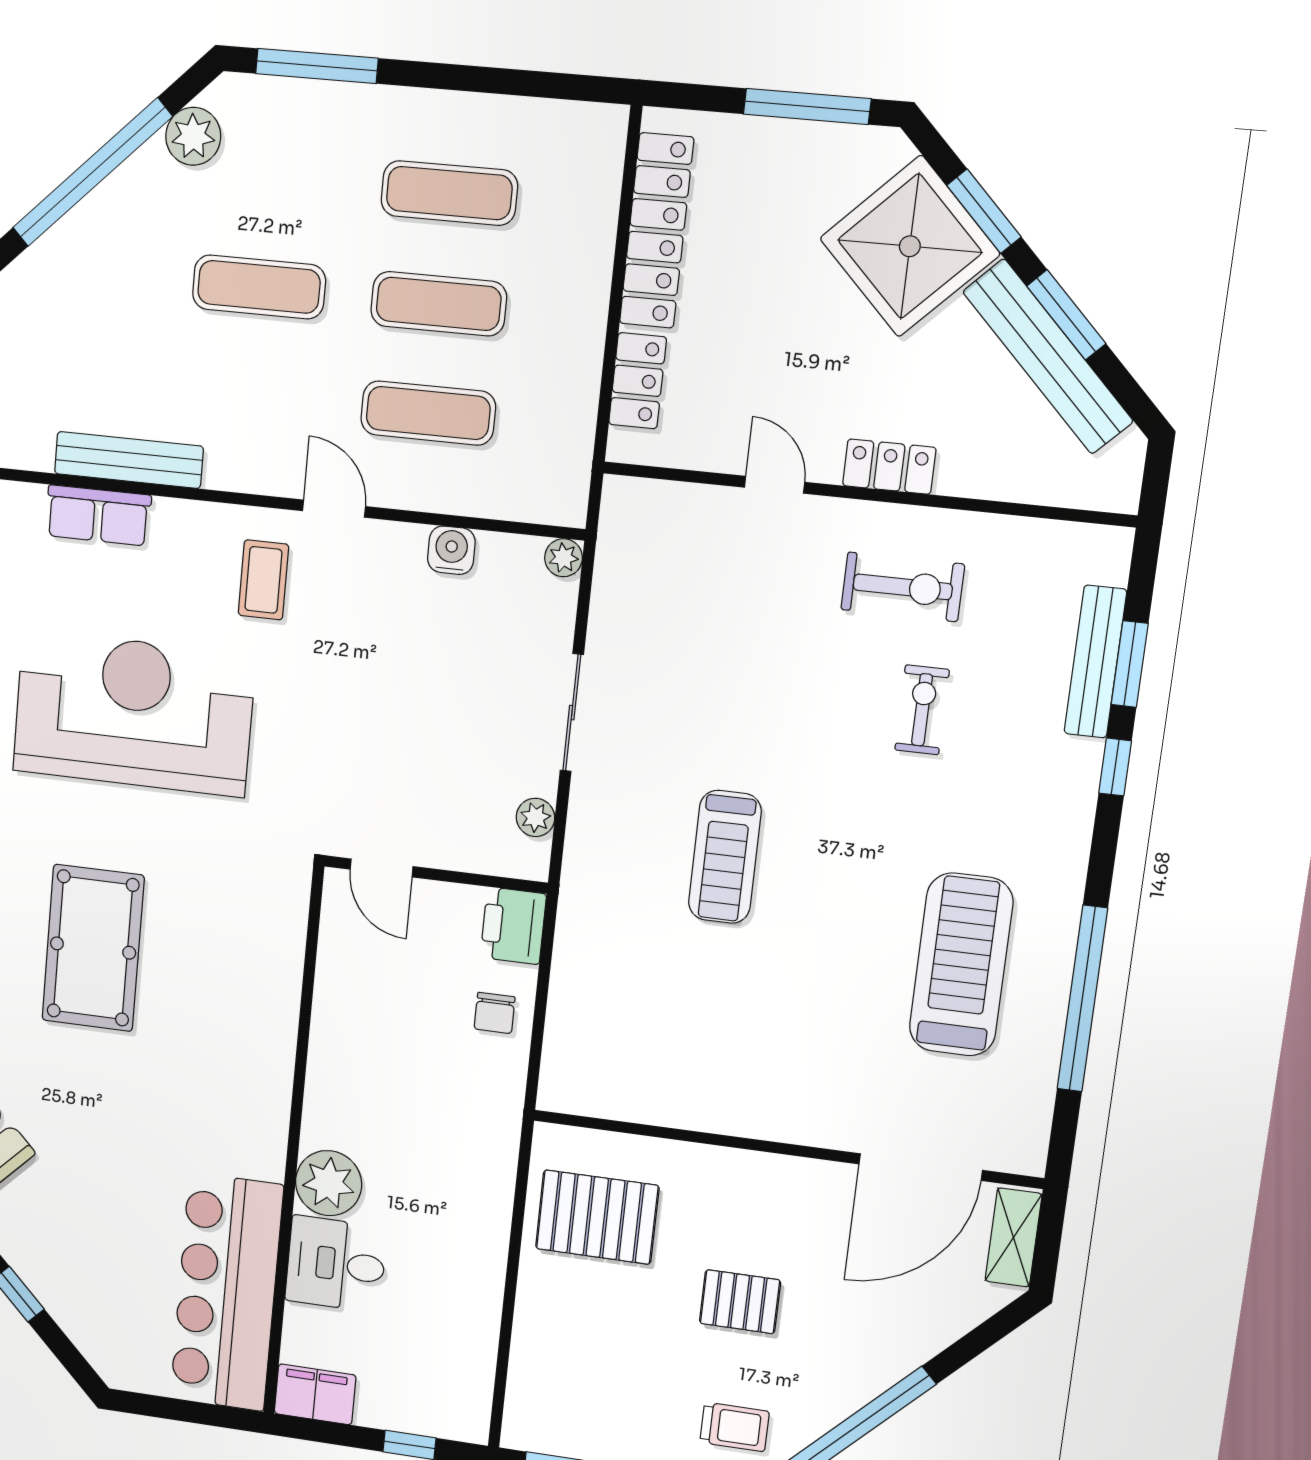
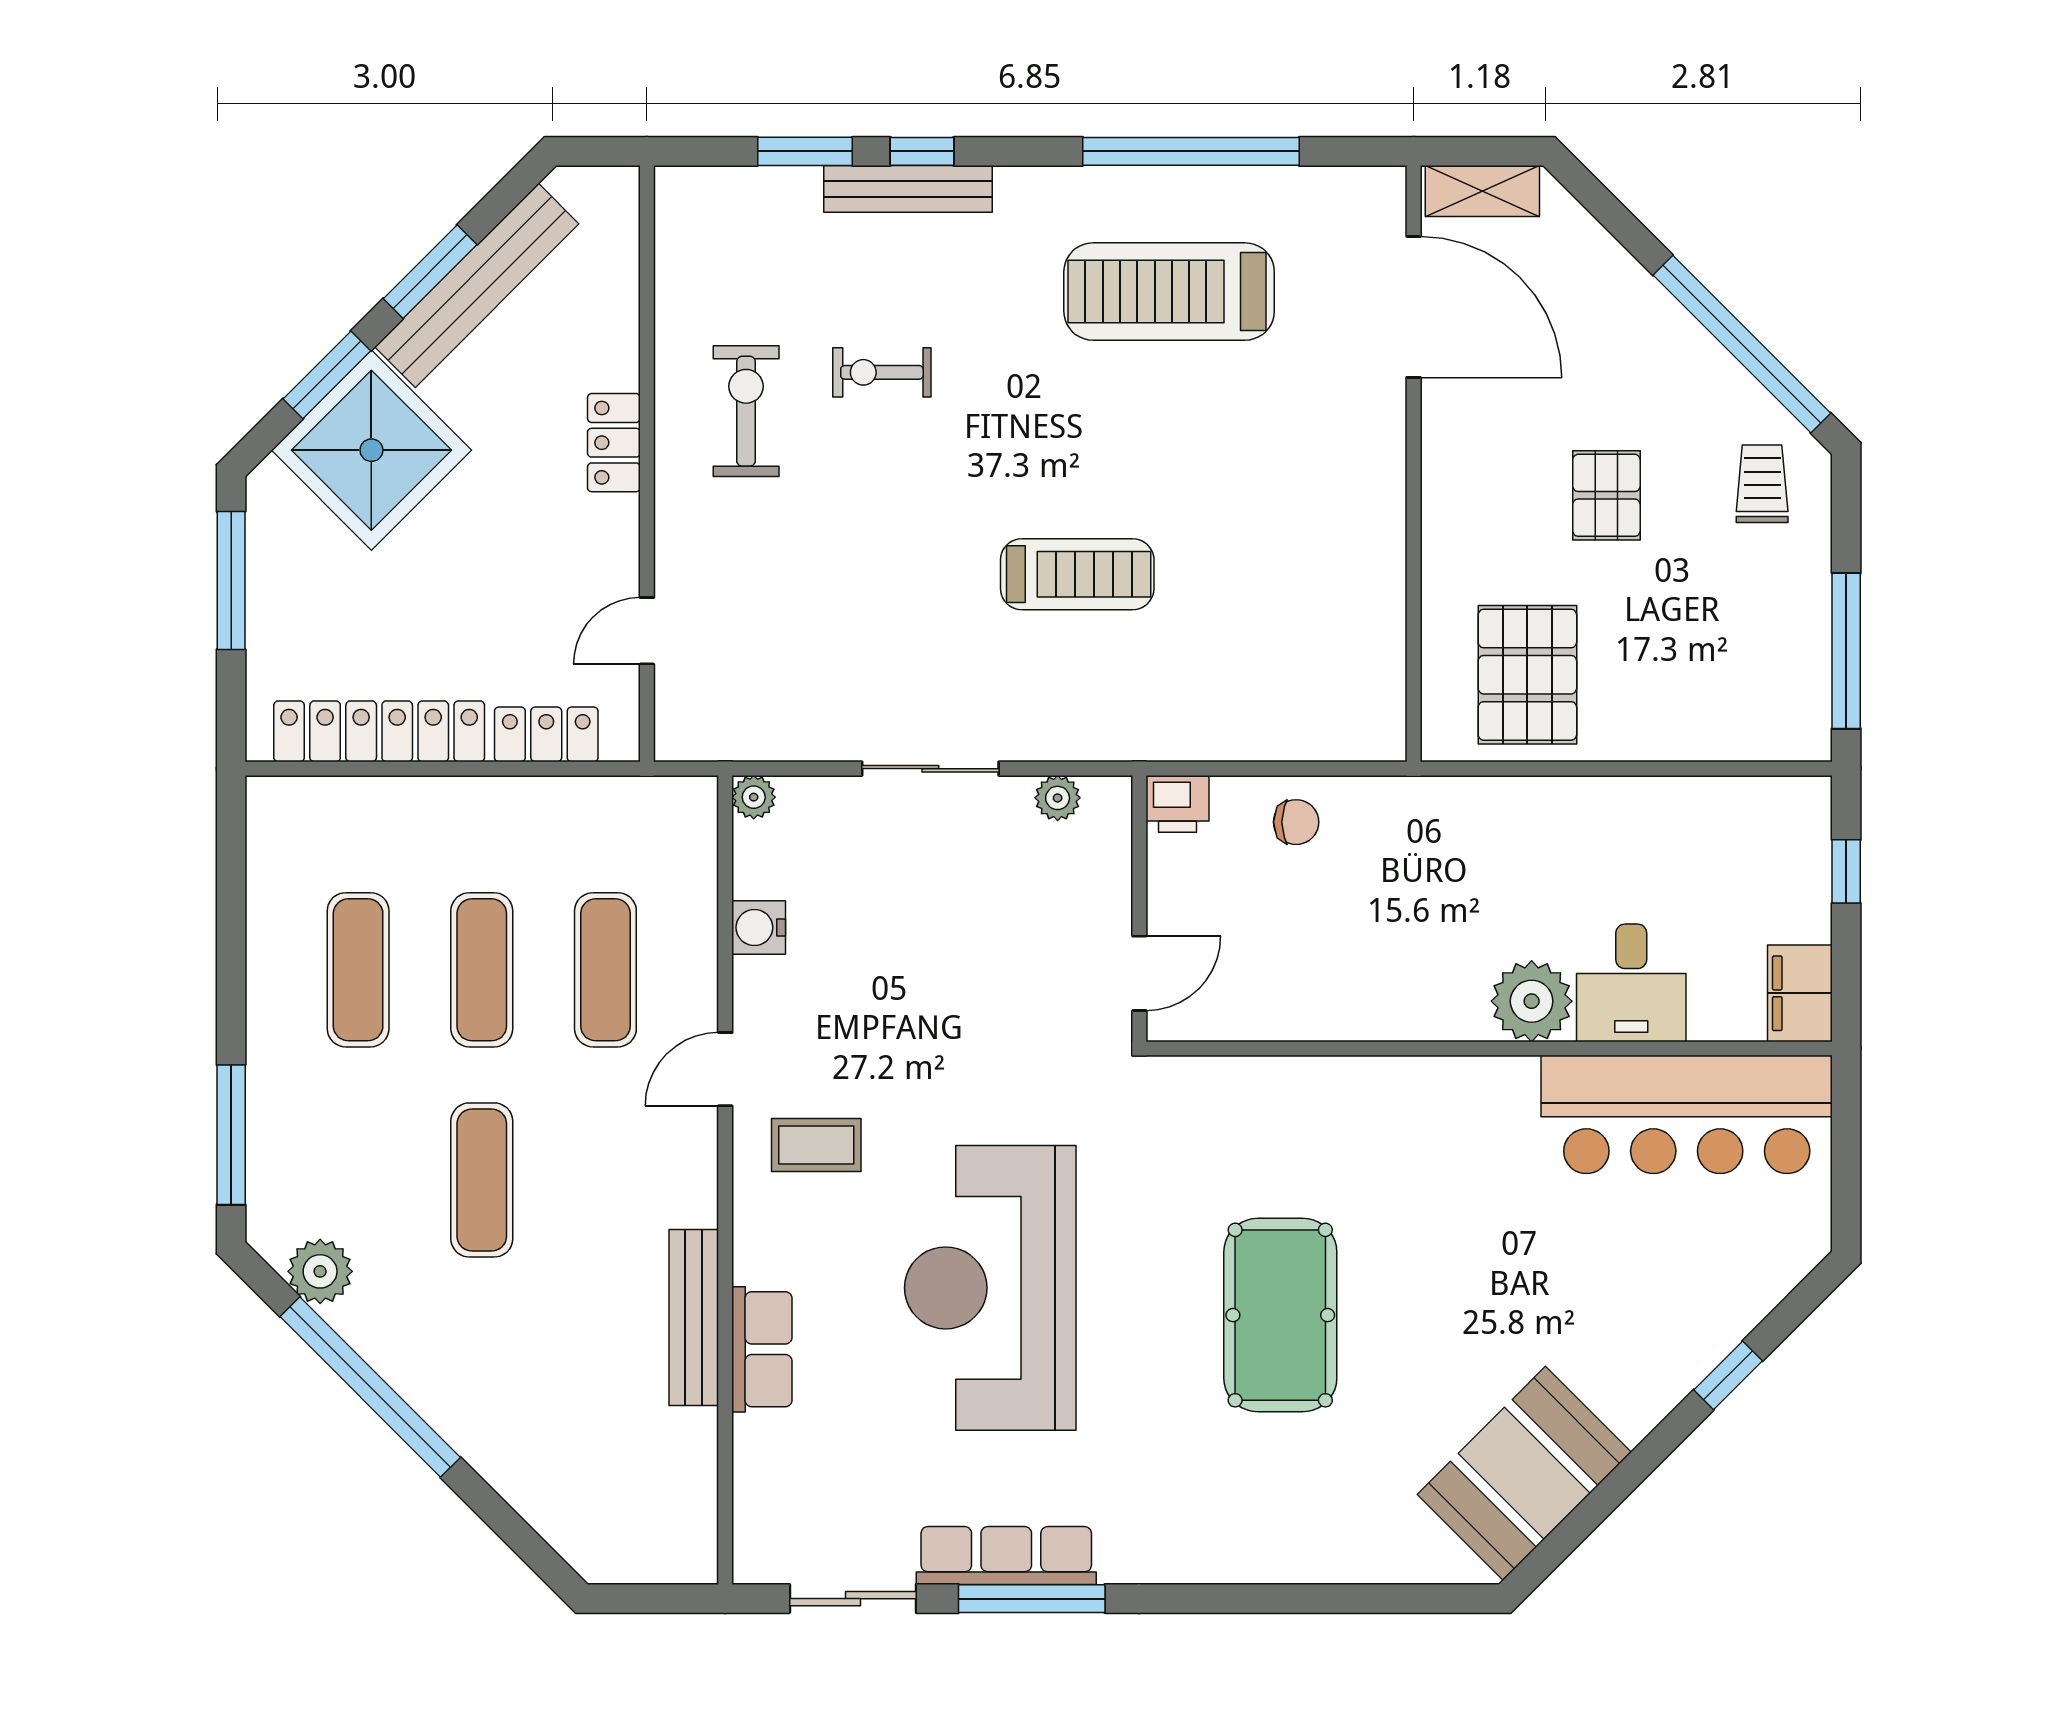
door: (775, 485) -> (647, 631), moved
bench: (1095, 662) -> (908, 189), moved
printer: (513, 926) -> (1177, 804), width x0.73, depth x0.81
pool table: (93, 948) -> (1280, 1315), turned 90

